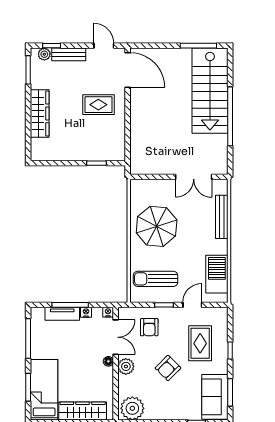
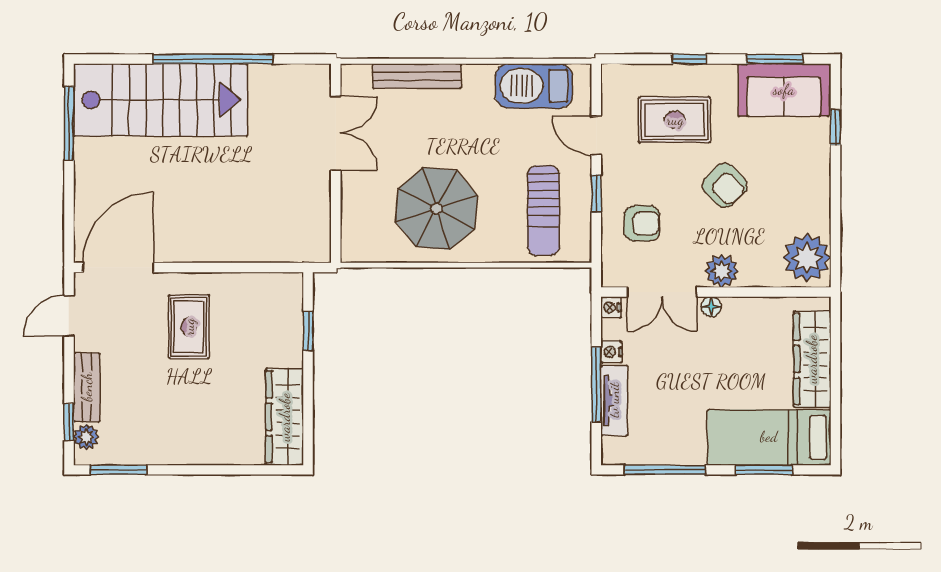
wardrobe: (40, 113) -> (285, 417), moved, turned -90
double door: (116, 337) -> (662, 292), swing flipped

